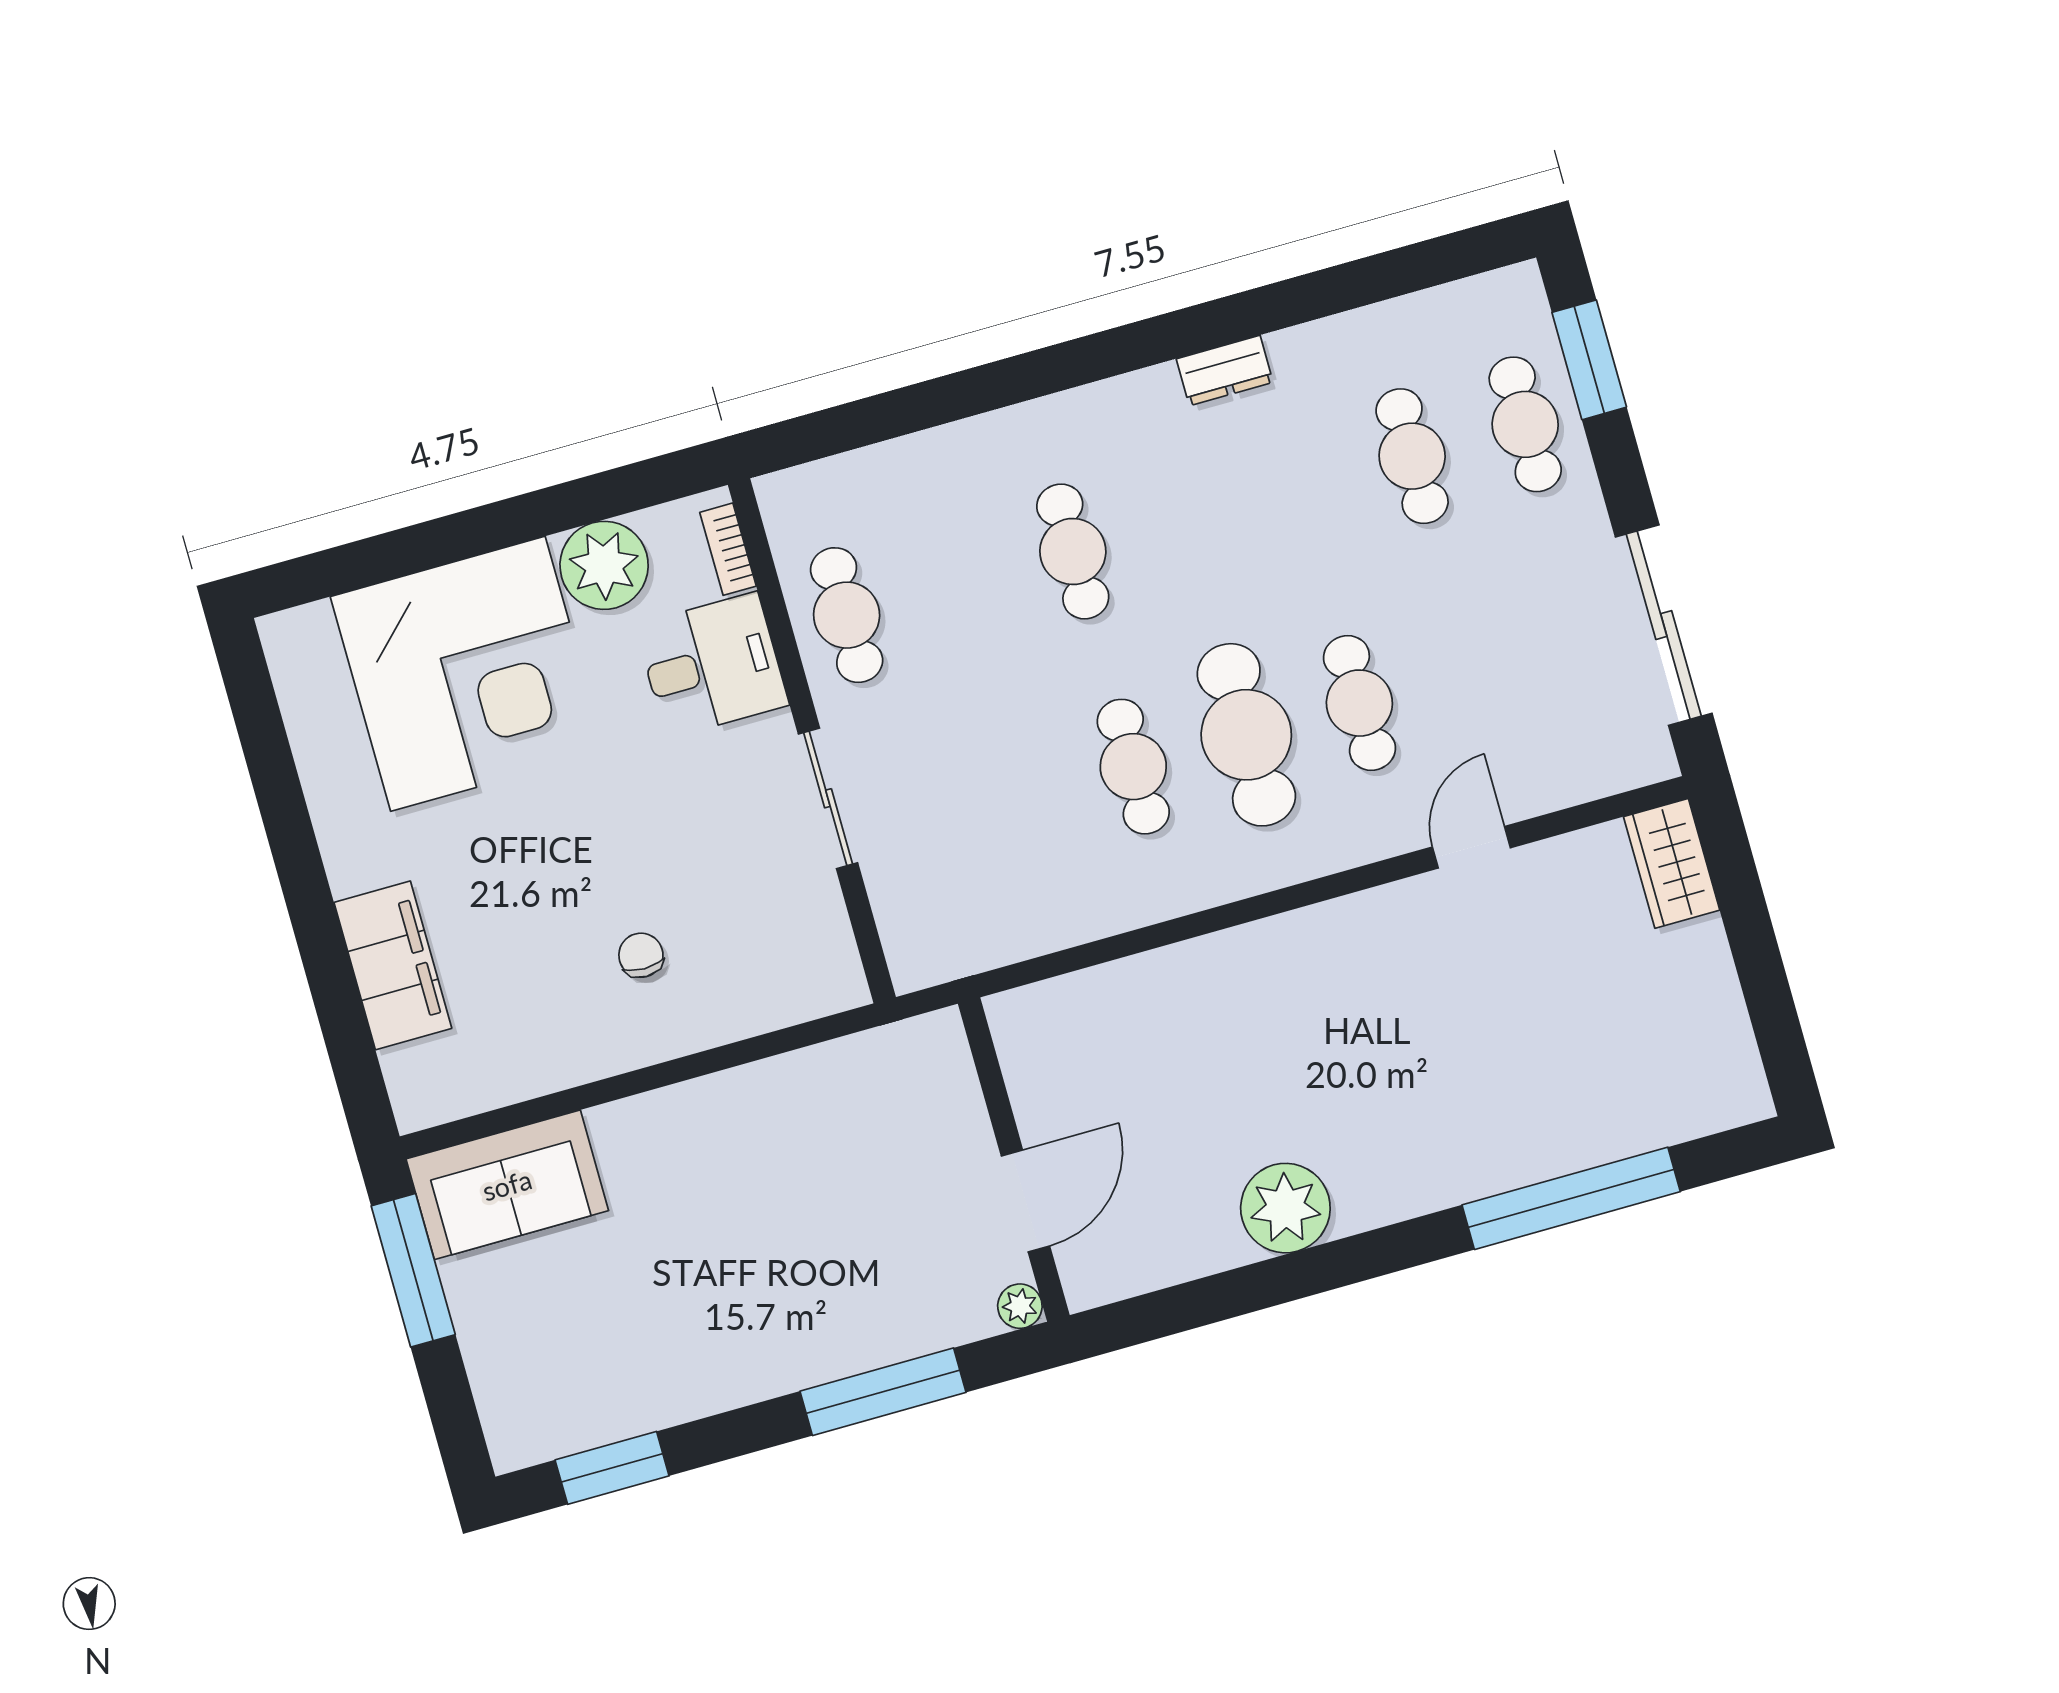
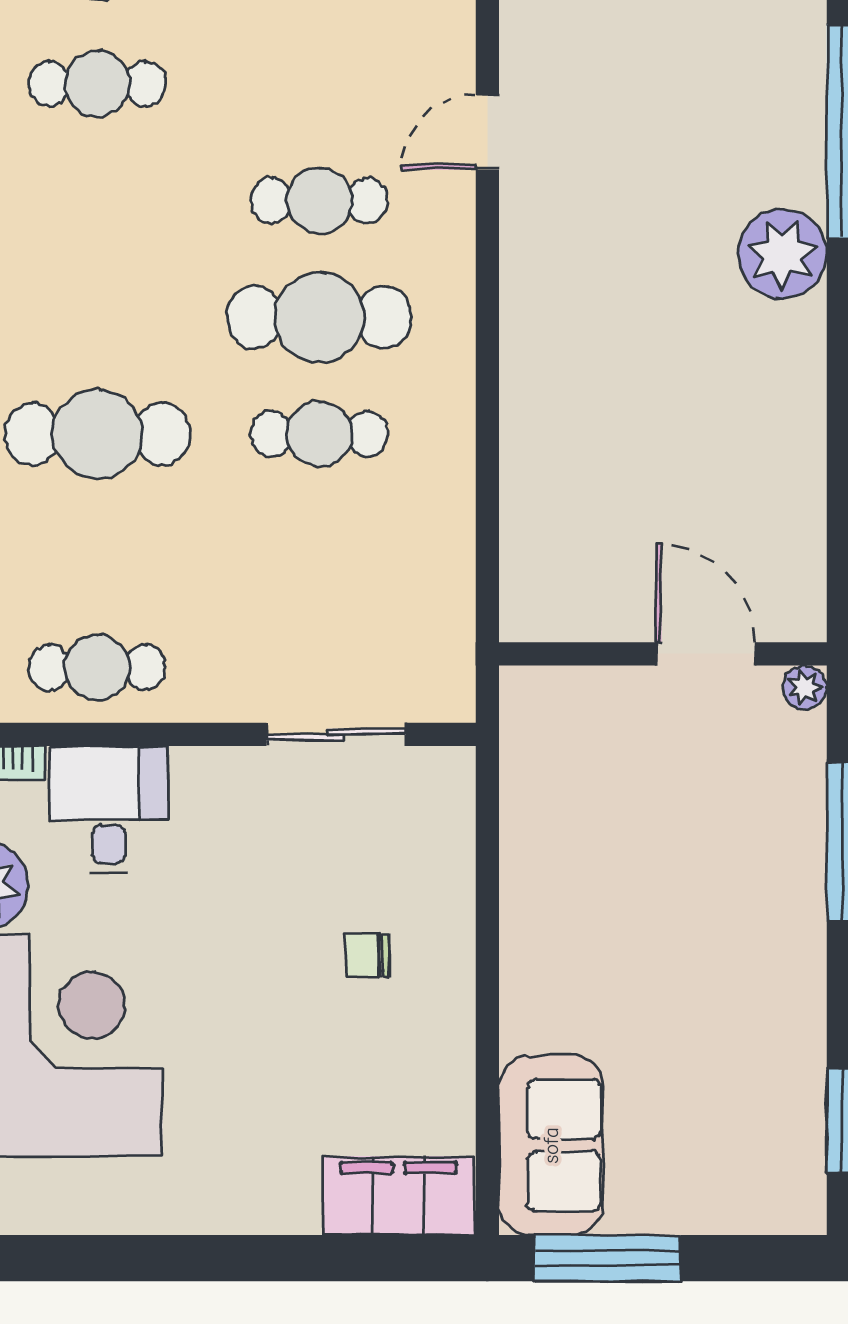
cafe table: (1073, 552) -> (97, 434), width x1.37, depth x1.35
sliding door: (828, 798) -> (336, 734), moved
door: (1471, 847) -> (487, 132), hinge flipped
filing cabinet: (393, 965) -> (399, 1196), moved
plant: (1285, 1208) -> (782, 254), moved

